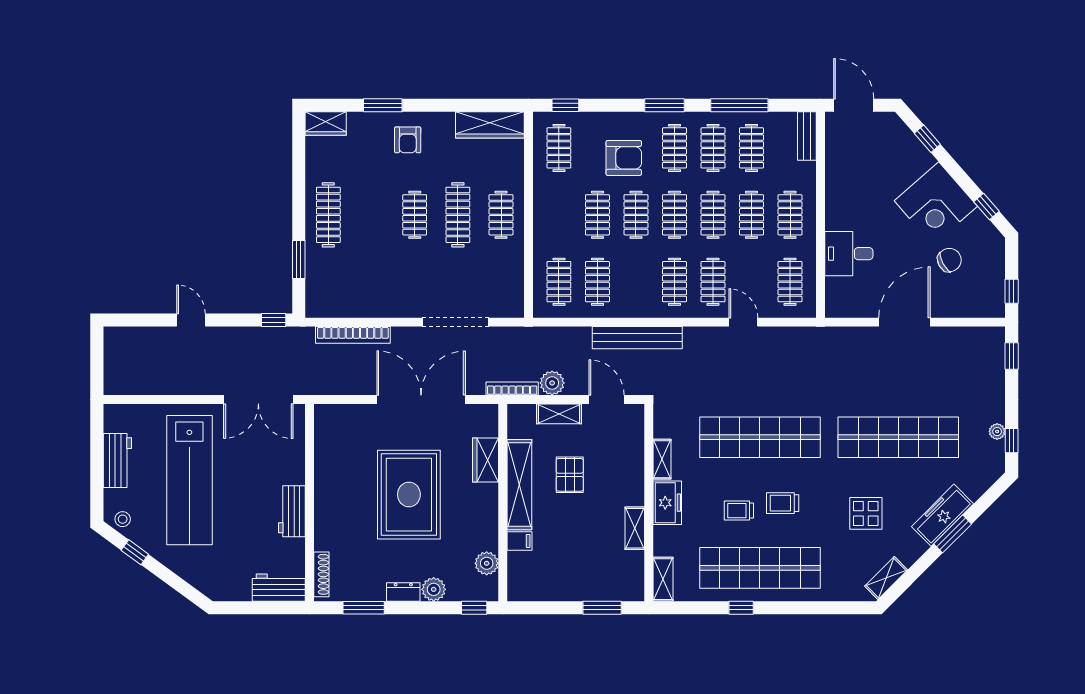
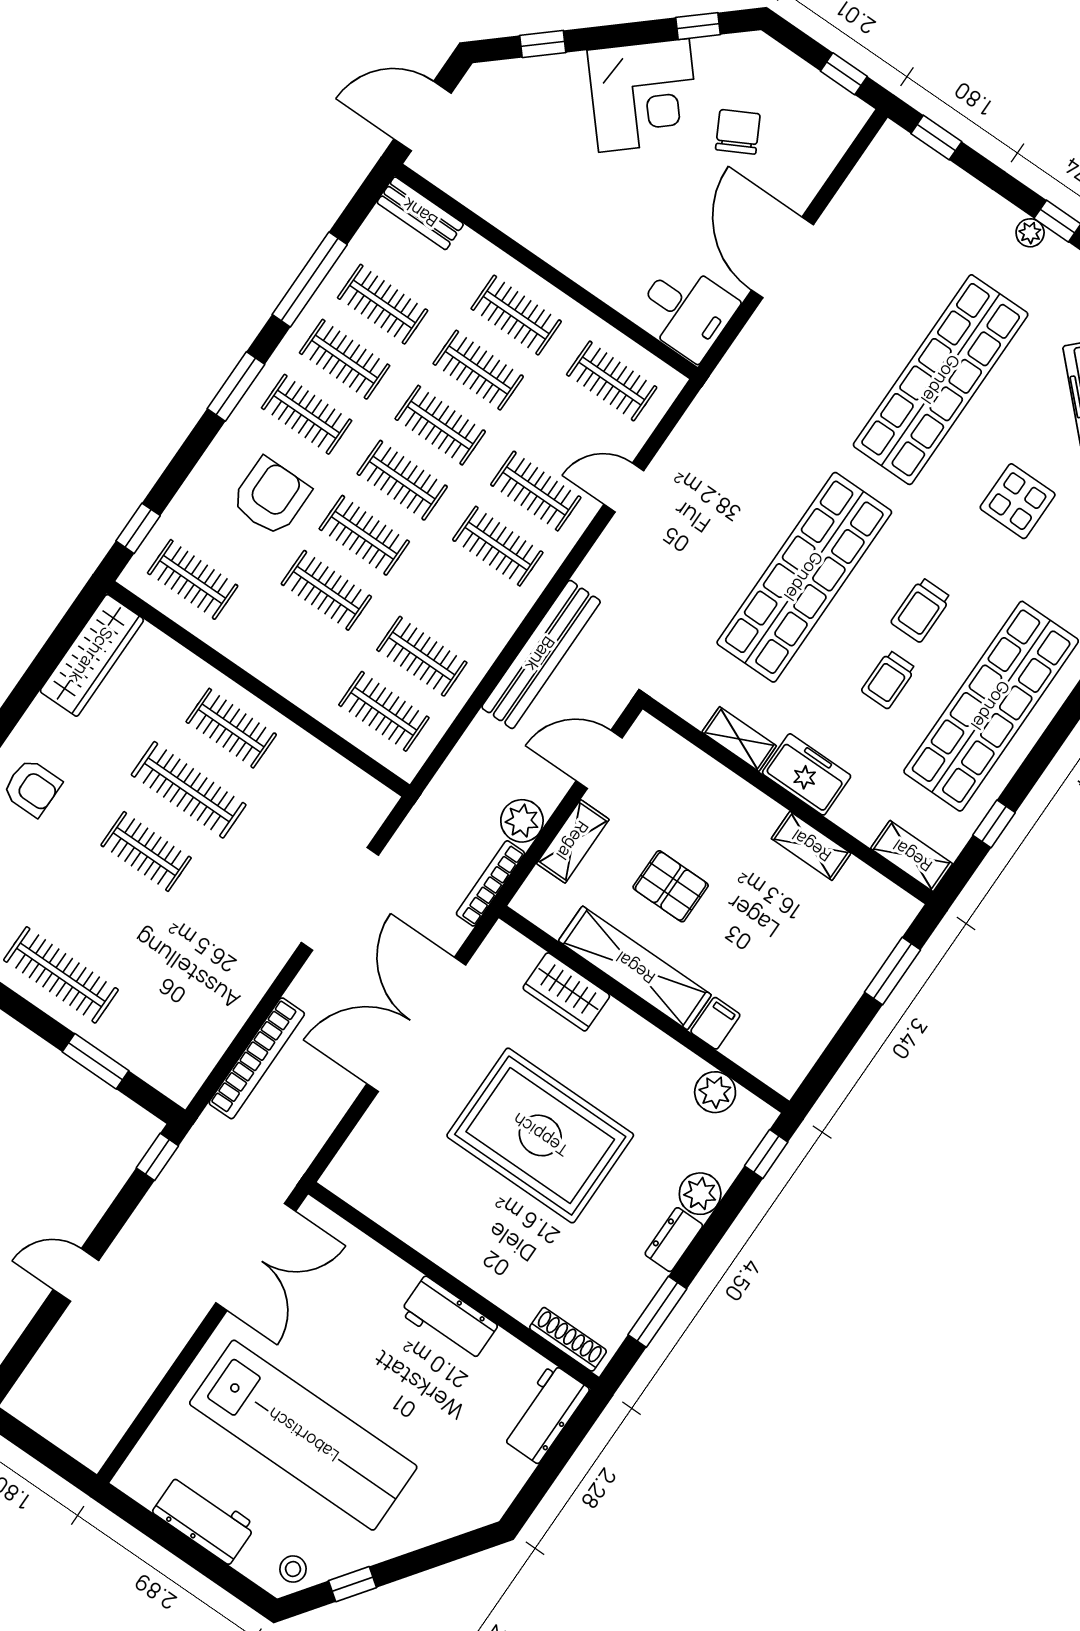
desk: (849, 254) -> (686, 310), moved, turned -90
window: (741, 608) -> (994, 824), moved

